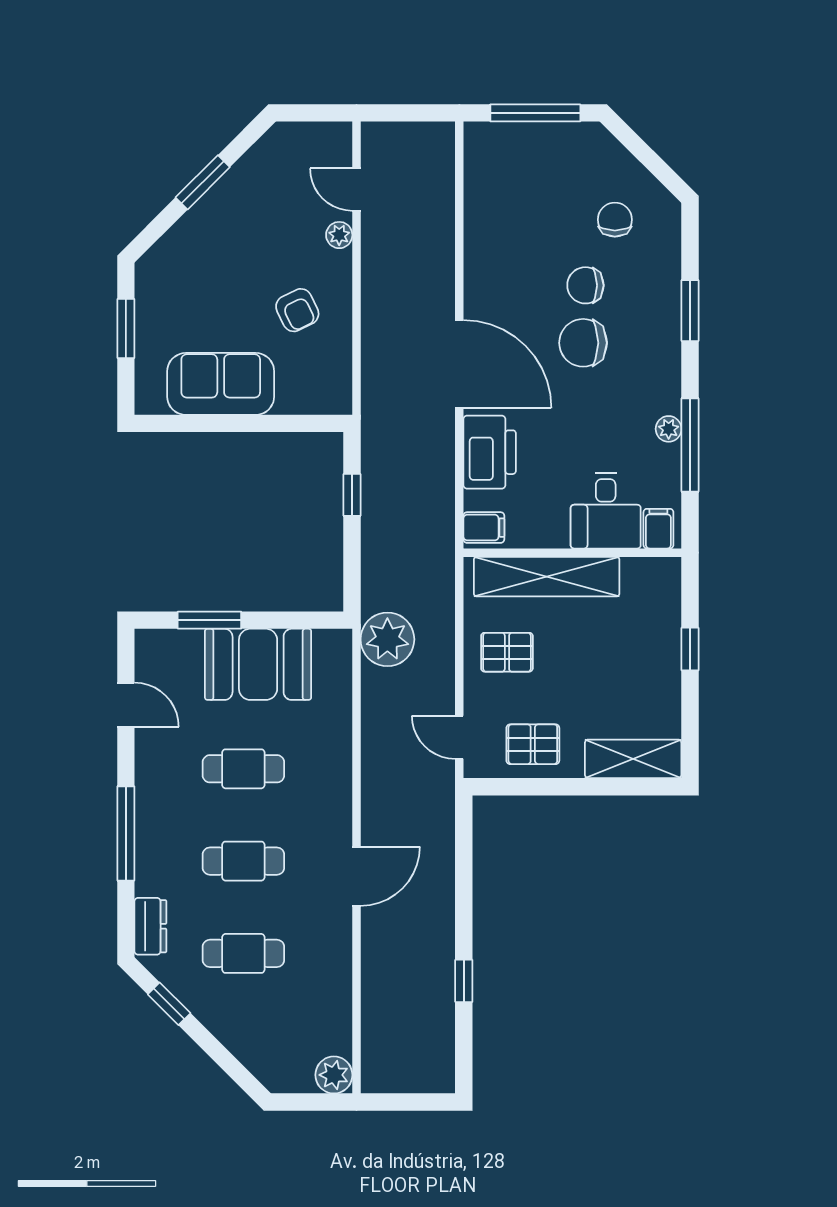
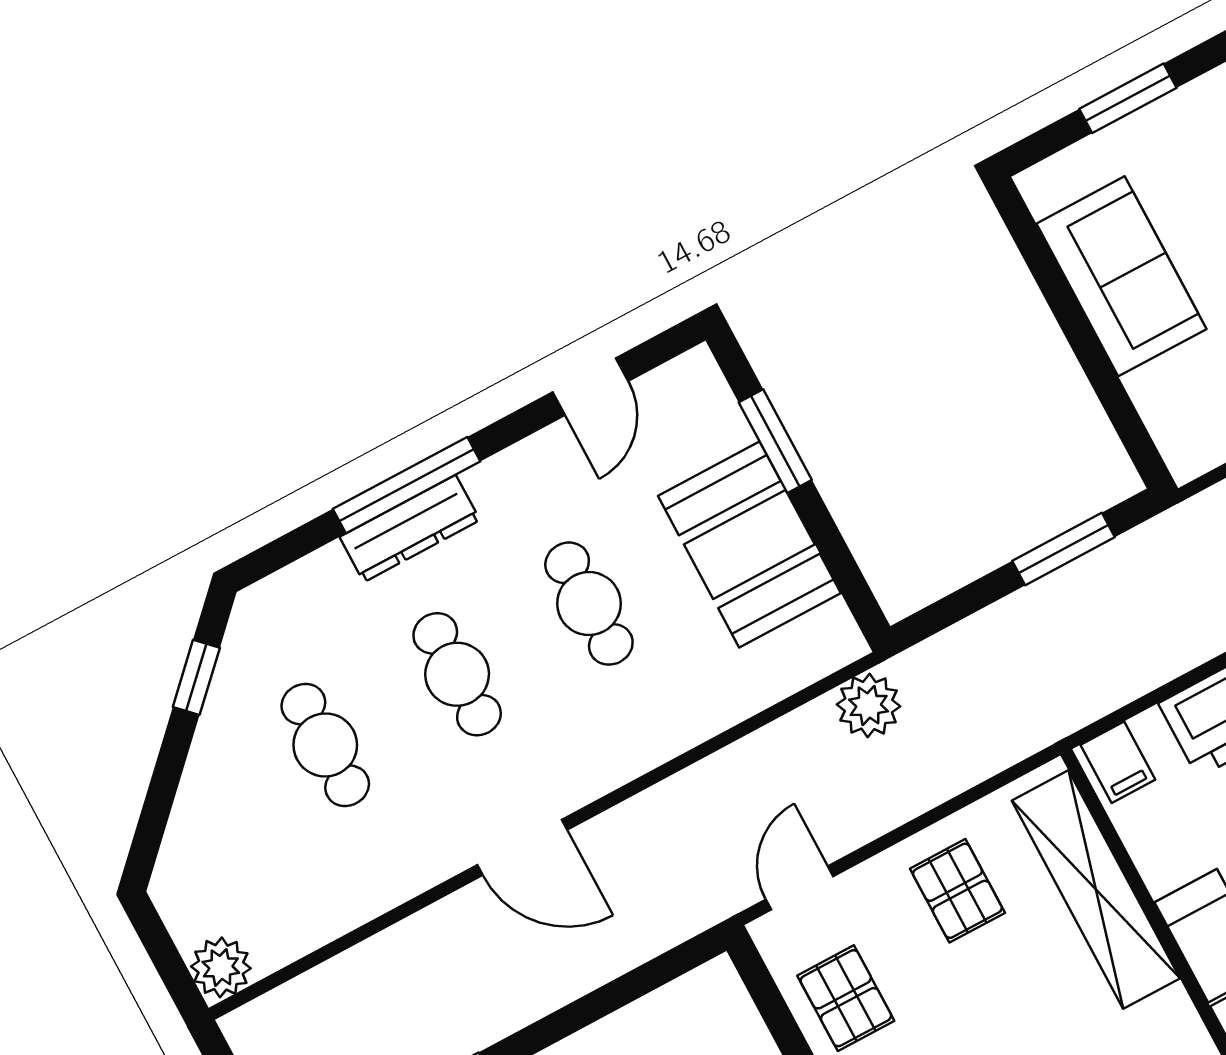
window: (352, 495) -> (1064, 549), width x1.50
plant: (387, 639) -> (869, 705), width x0.73, depth x0.73
dresser: (150, 926) -> (410, 528), moved, width x1.44

